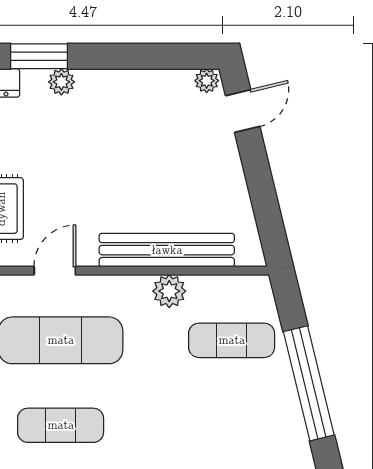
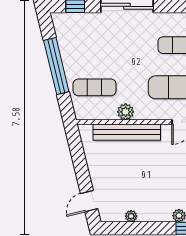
plant: (207, 81) -> (131, 216), moved

